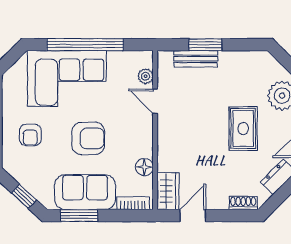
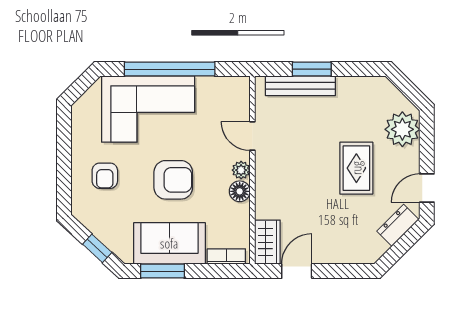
bench: (196, 59) -> (300, 86), width x1.36
plant: (146, 76) -> (241, 170), moved
floor lamp: (144, 167) -> (240, 191), moved
shoe rack: (243, 203) -> (356, 256), removed

